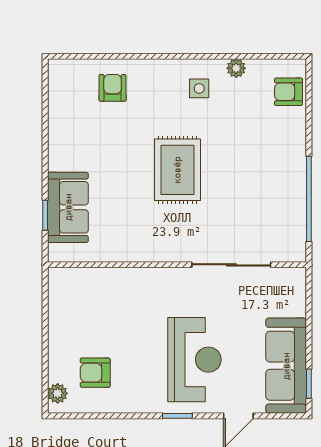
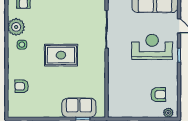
plant: (236, 68) -> (16, 27), width x1.87, depth x1.87
armchair: (95, 373) -> (158, 95), turned -90

